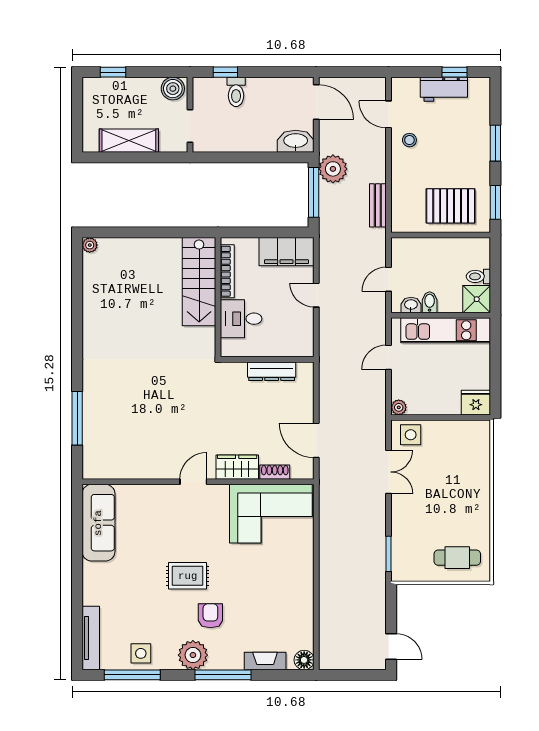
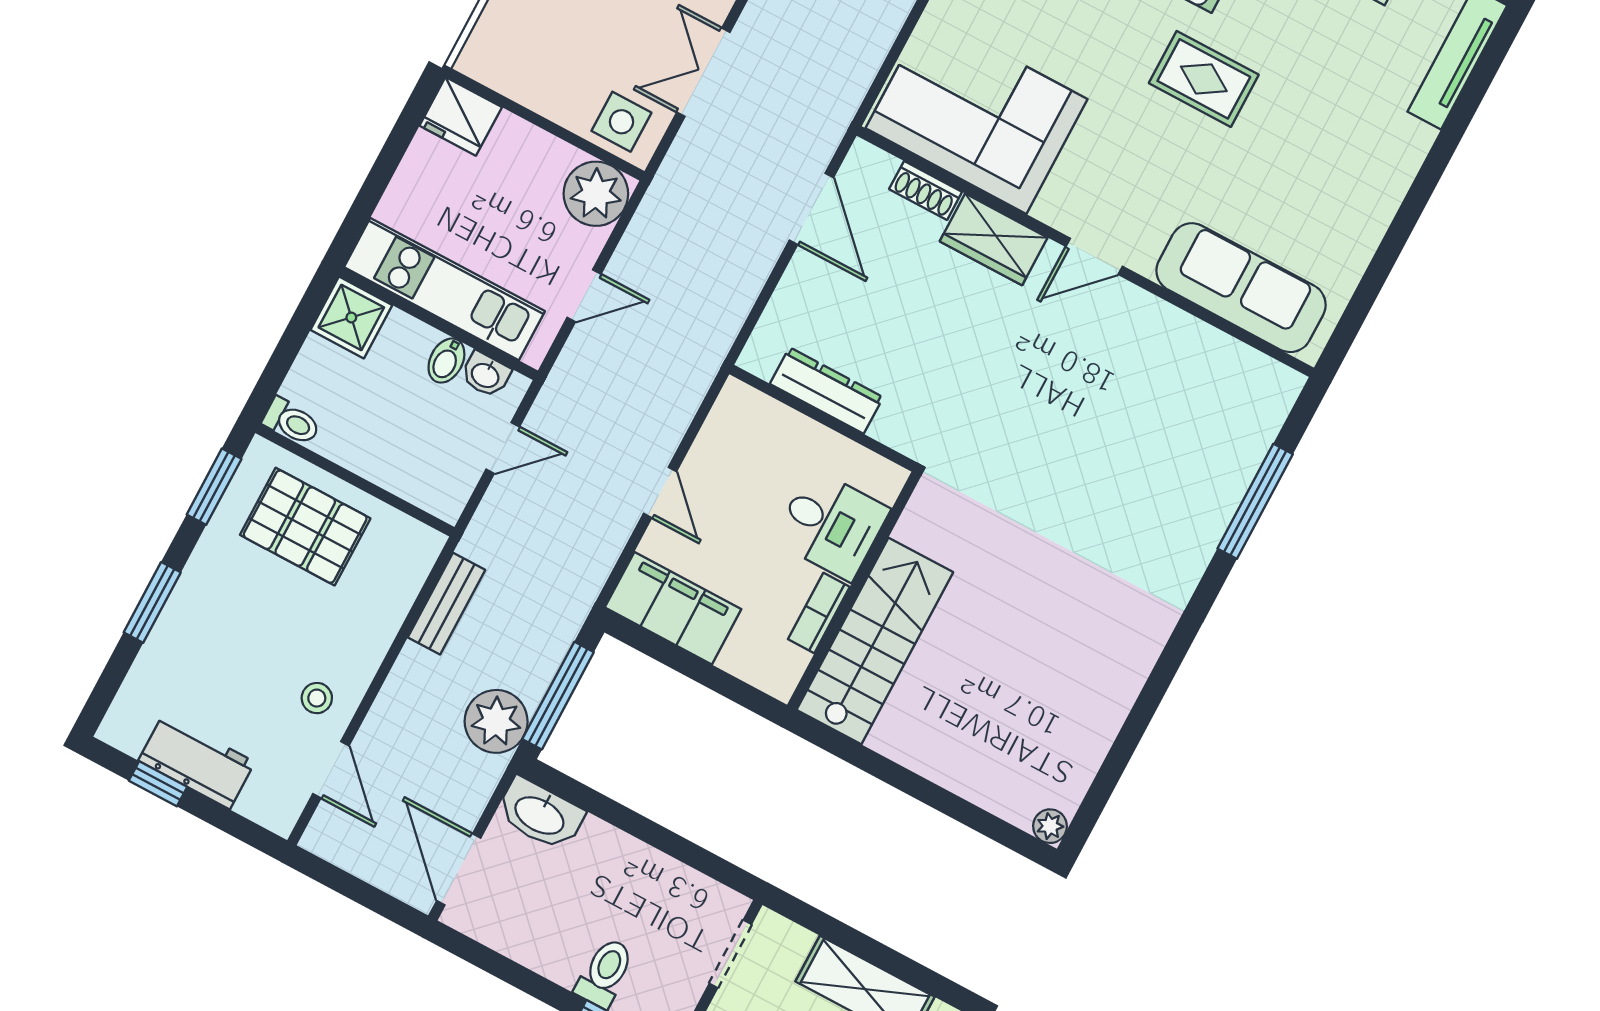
bookcase: (227, 271) -> (819, 613), width x0.64
toilet: (478, 276) -> (292, 422), moved
plant: (399, 407) -> (596, 194), width x1.88, depth x1.88
sofa: (98, 523) -> (1241, 288), moved, turned 90

